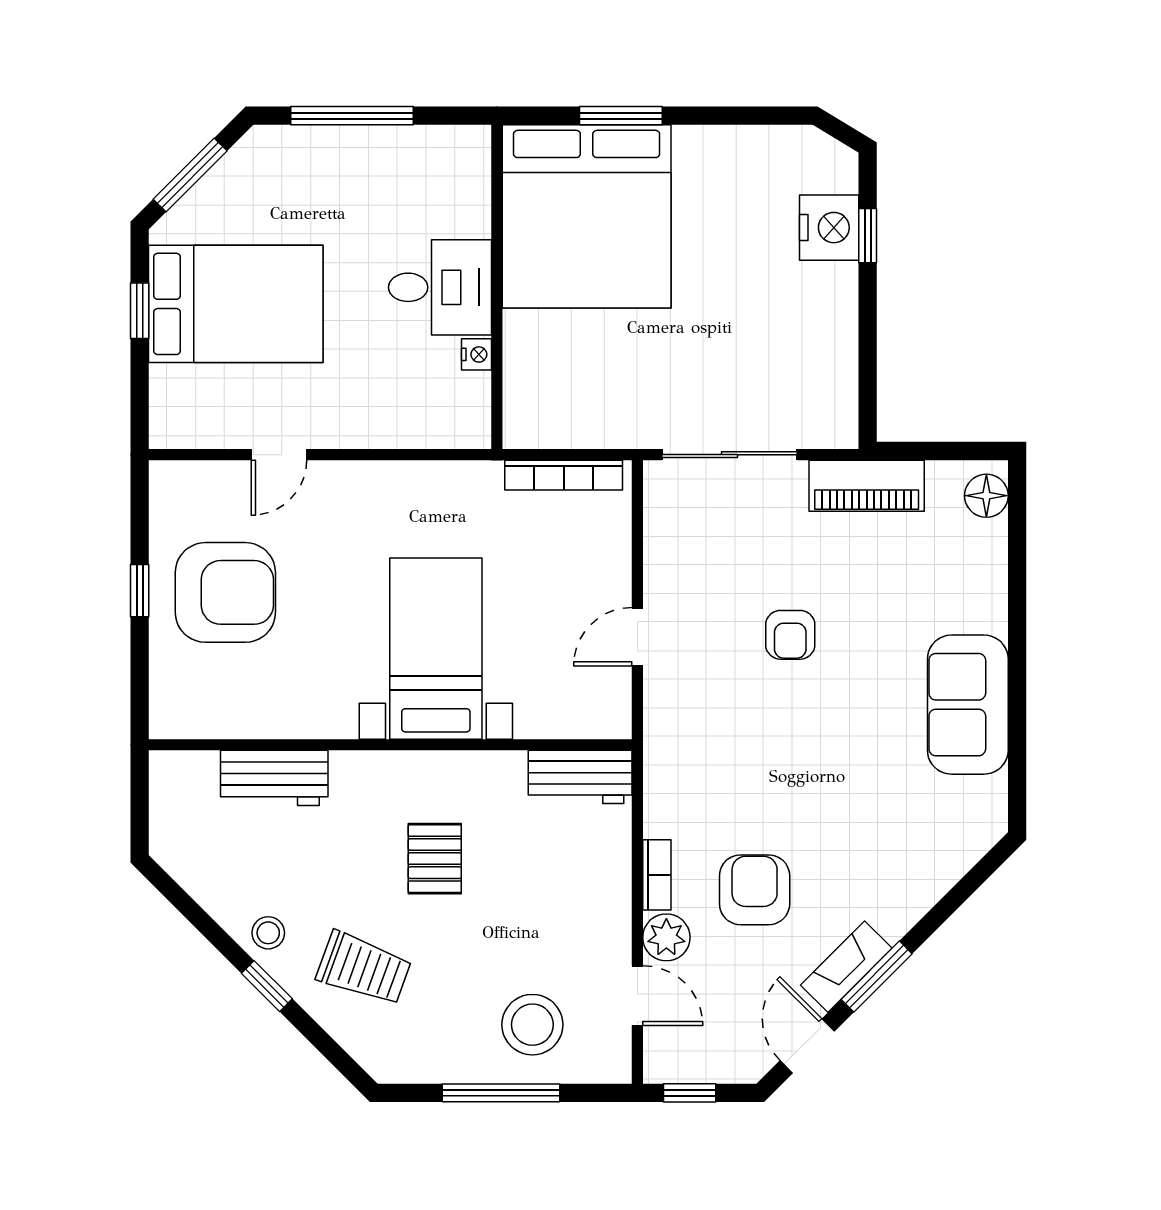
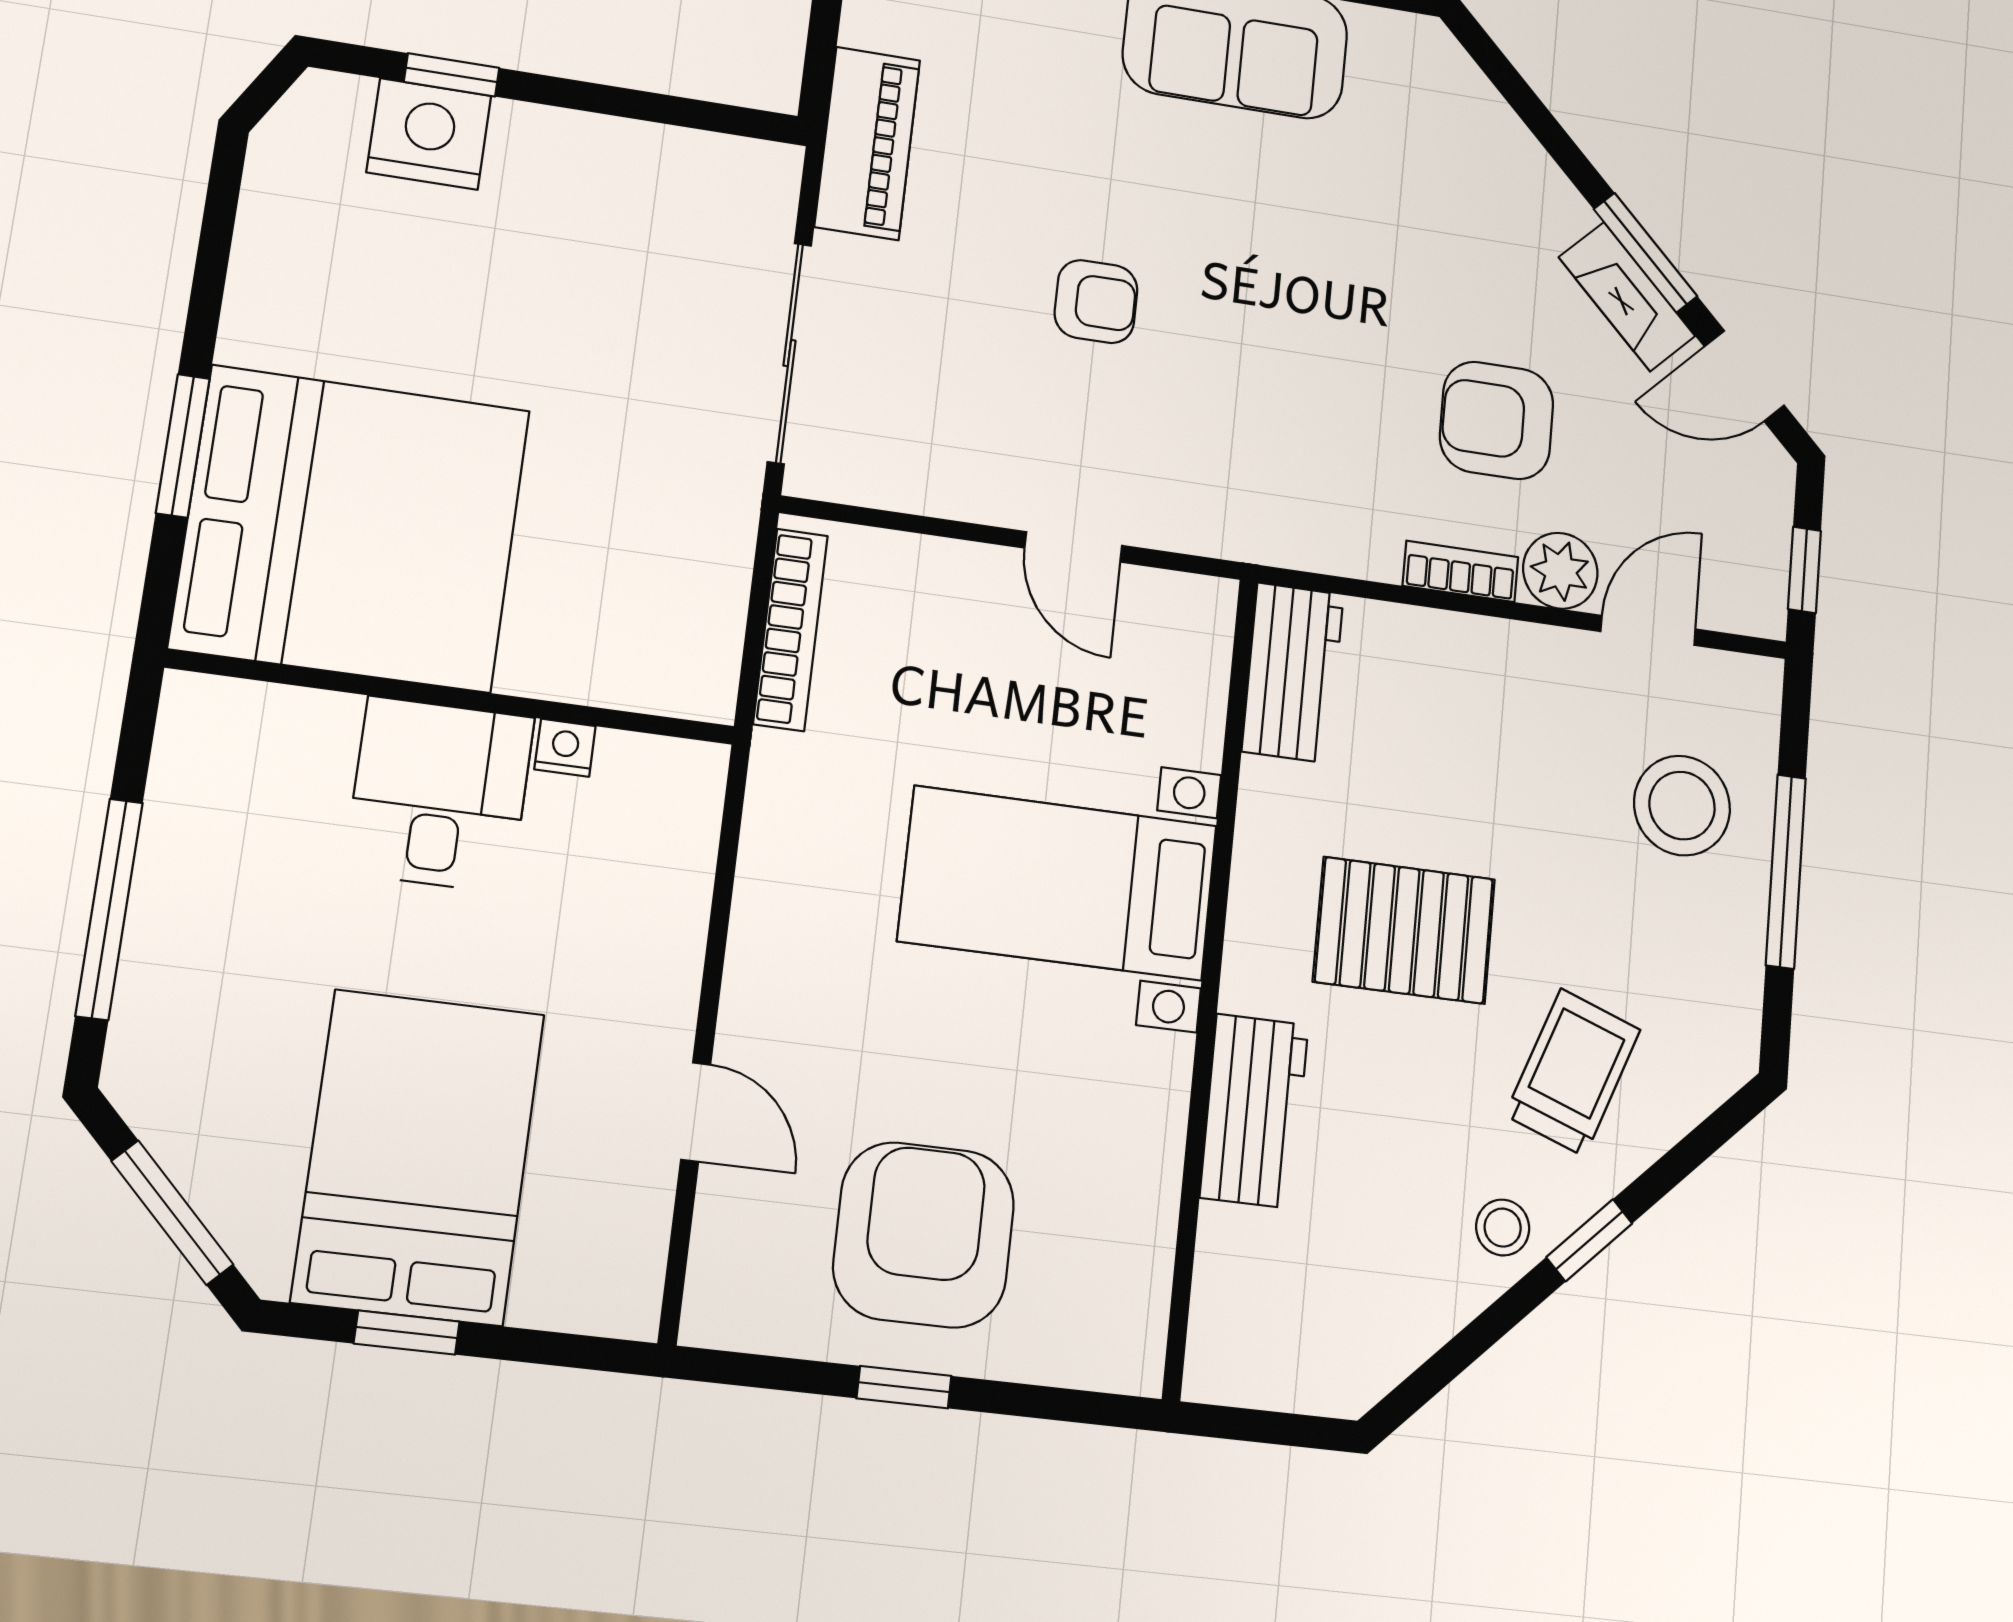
workbench: (274, 778) -> (1254, 1111), moved
pallet: (435, 859) -> (1404, 930), width x1.50, depth x1.42

